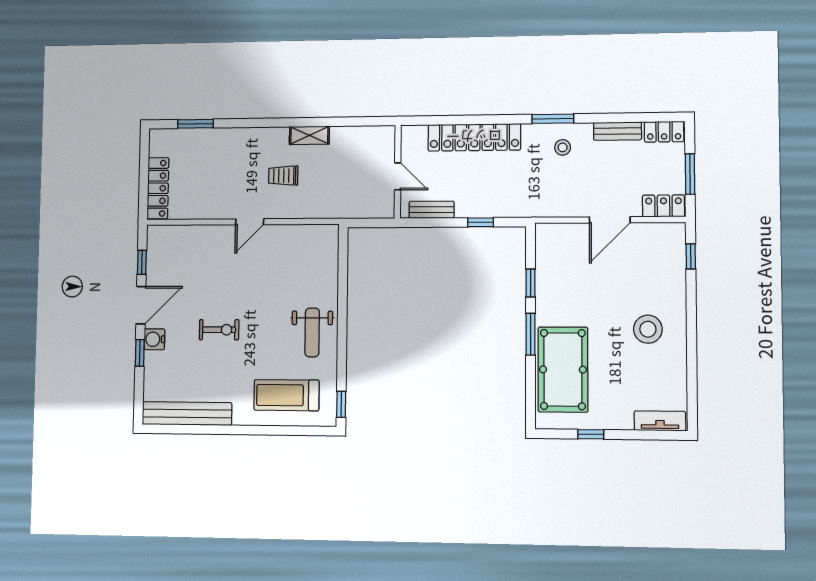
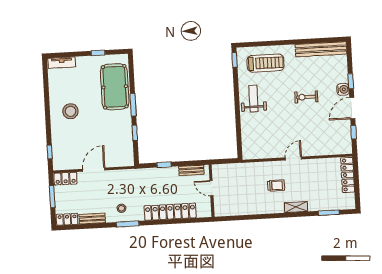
shelving: (309, 135) -> (296, 207), moved

